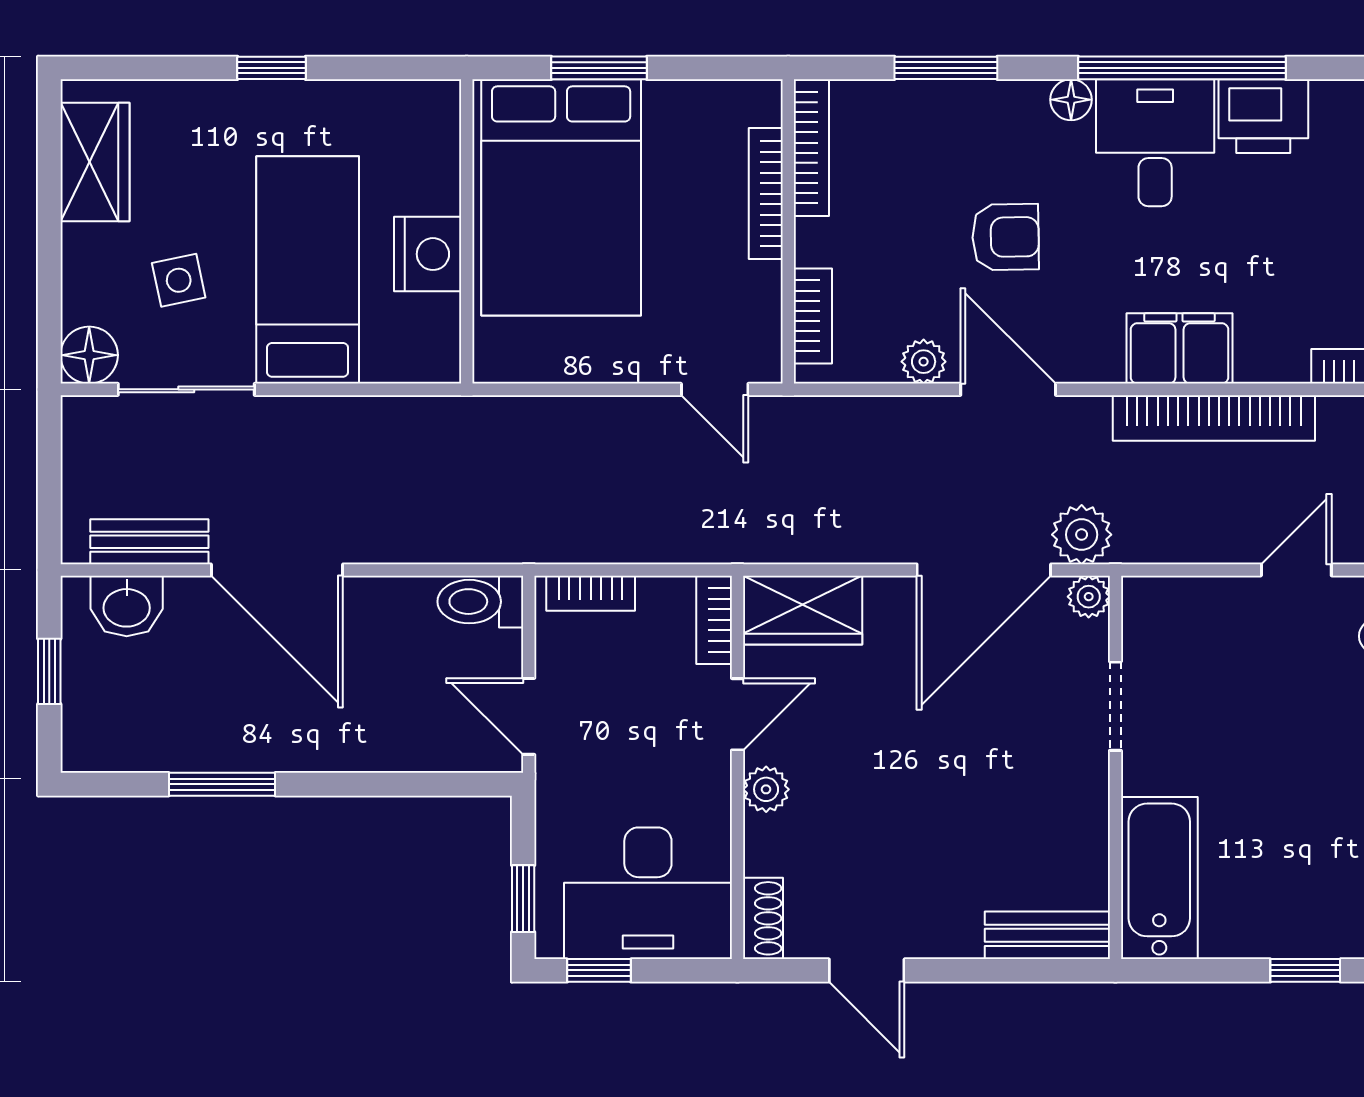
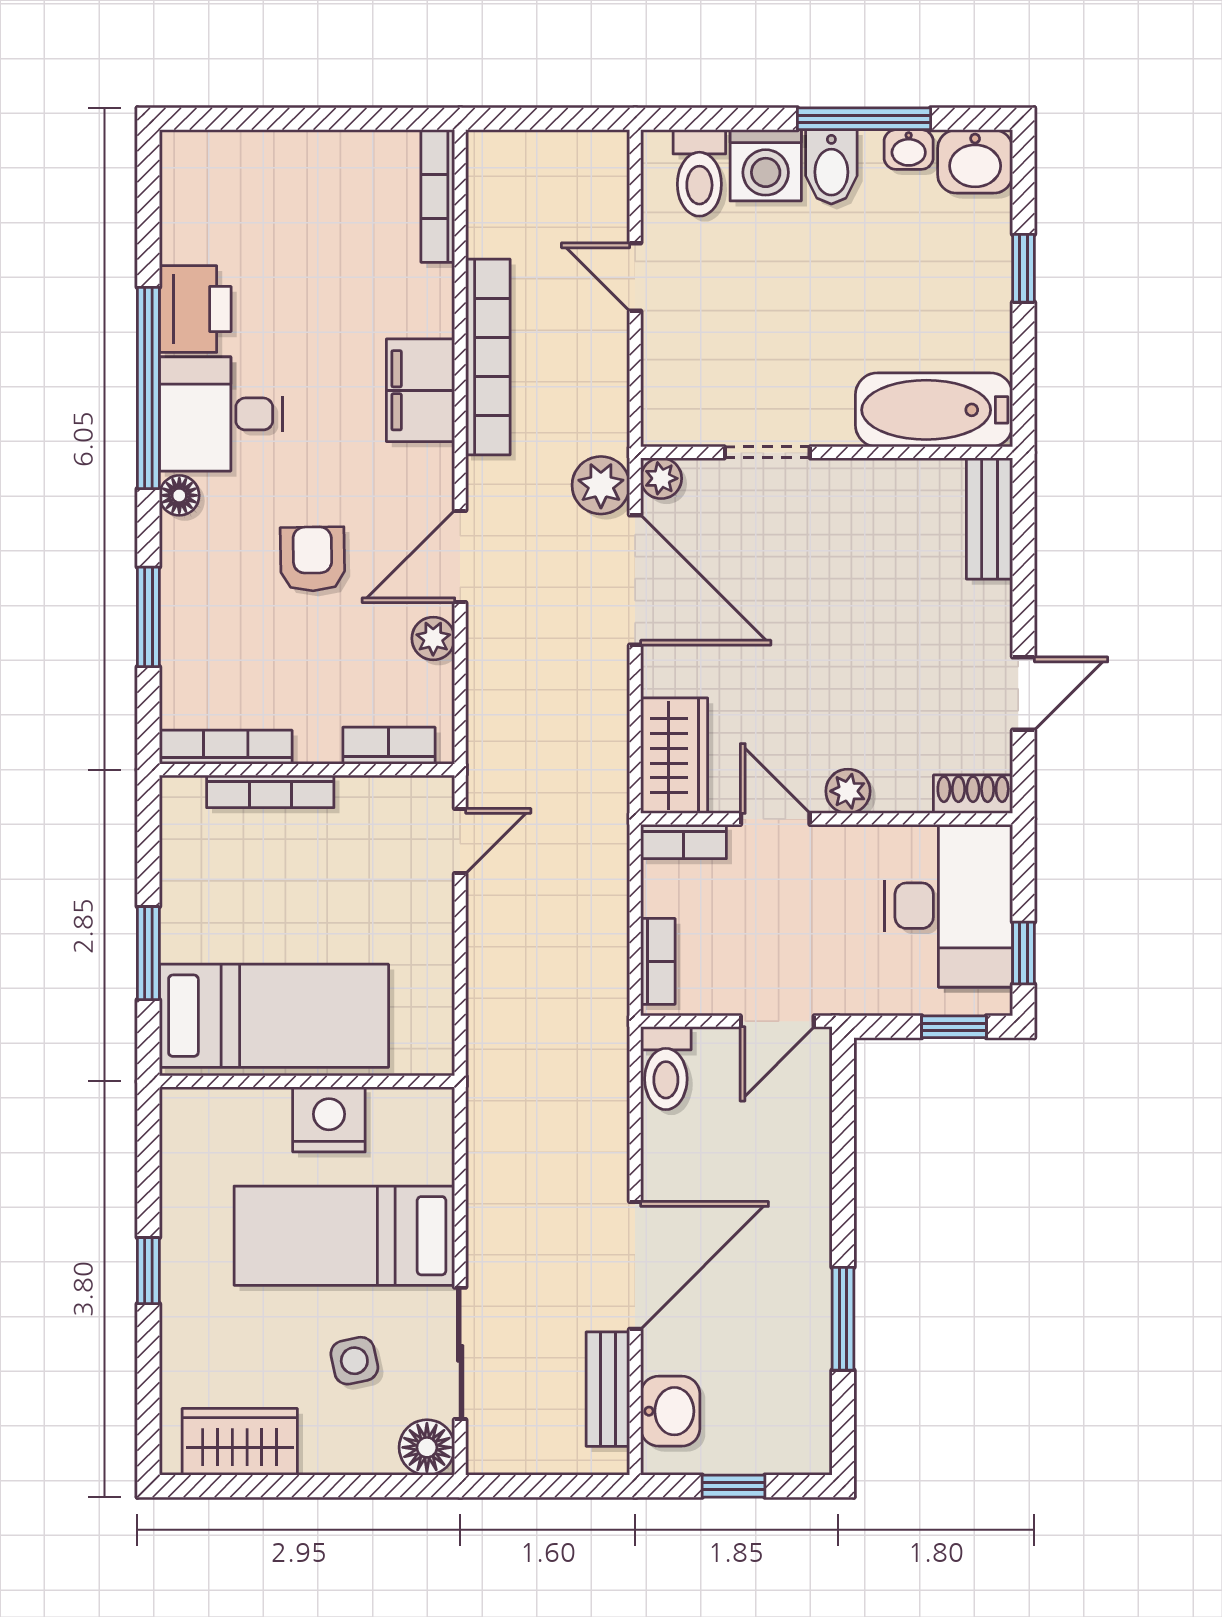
bed: (561, 197) -> (274, 1016), width x0.67

